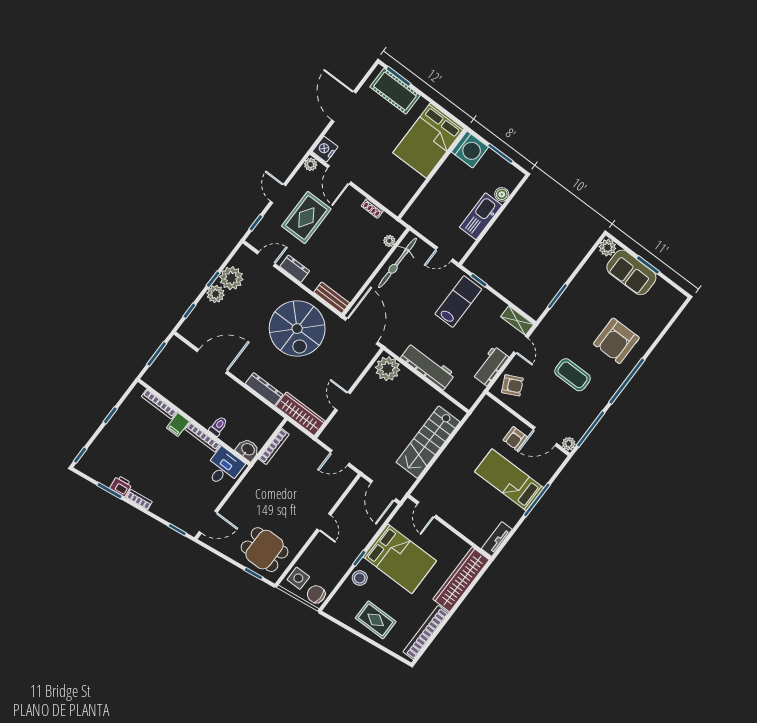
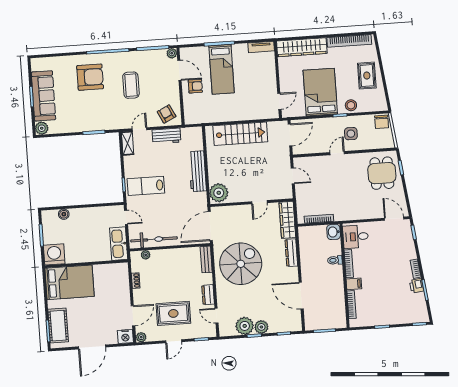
kitchen sink: (481, 216) -> (119, 244), moved, turned 90
sofa: (631, 272) -> (43, 96), width x1.36
side table: (298, 578) -> (351, 134), moved

